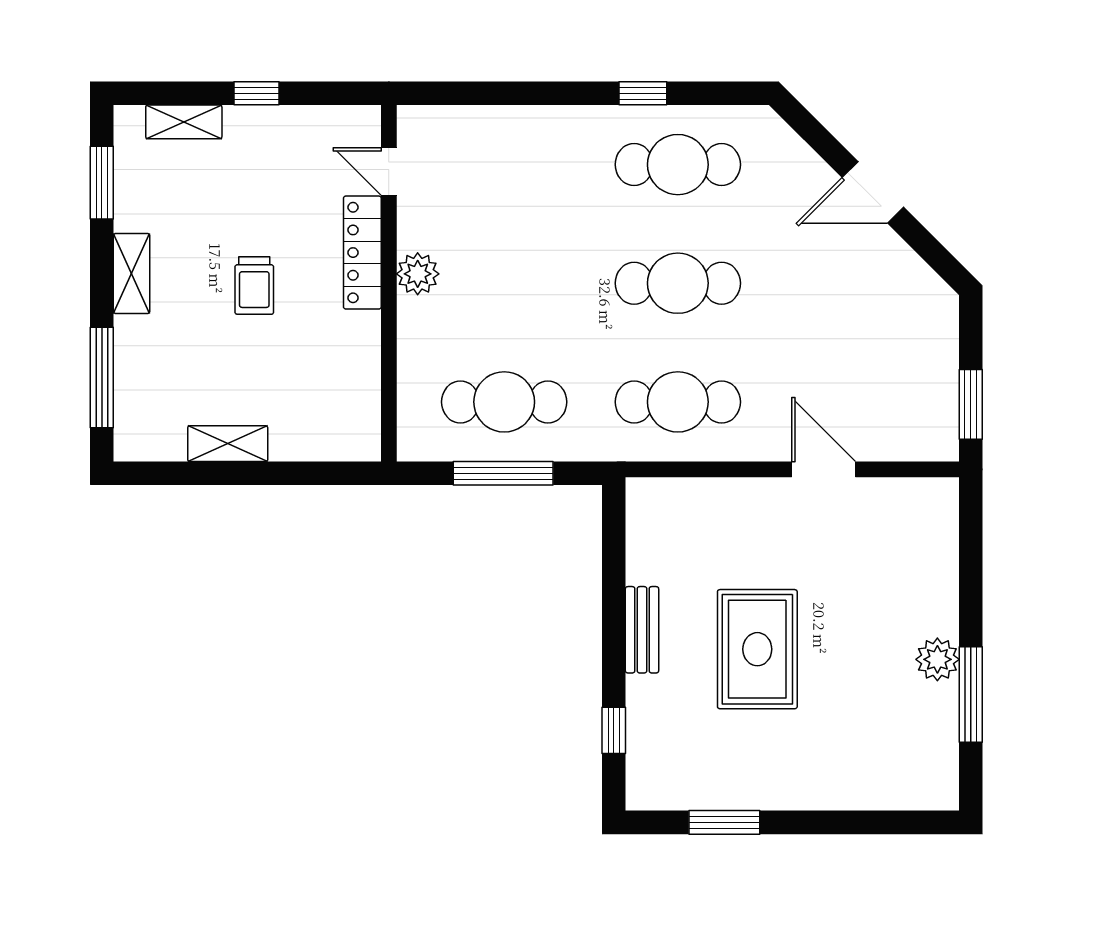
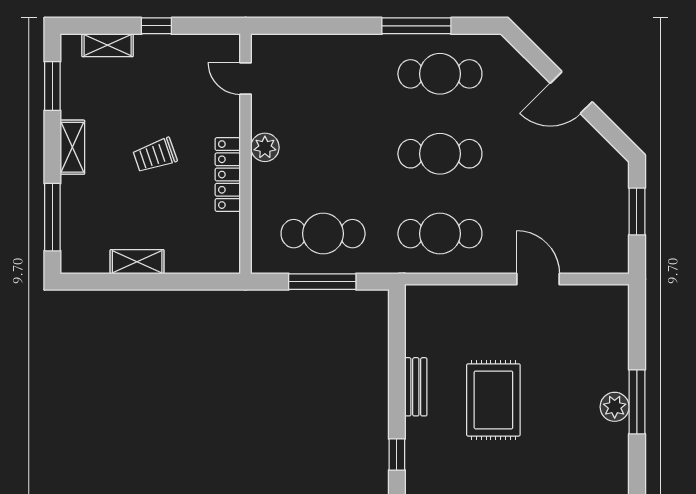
window: (643, 93) -> (416, 26), width x2.17
locker: (362, 253) -> (228, 175), moved
trolley: (254, 285) -> (155, 155), turned 71
window: (971, 404) -> (637, 211), moved
window: (971, 695) -> (637, 402), moved

